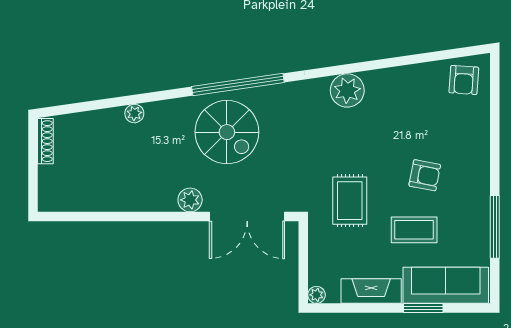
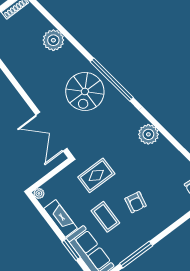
plant: (134, 113) -> (53, 40), width x1.88, depth x1.88
plant: (190, 200) -> (39, 98), removed

